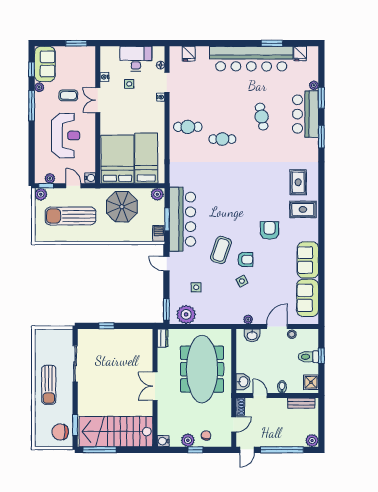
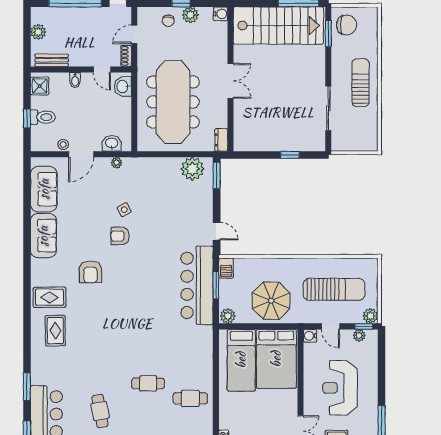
coffee table: (221, 250) -> (150, 248), removed
side table: (196, 287) -> (180, 202), removed
plant: (312, 441) -> (38, 32), moved

